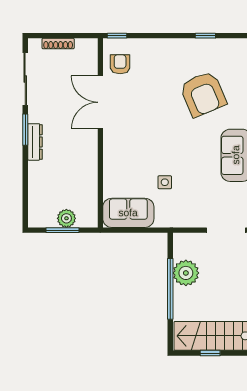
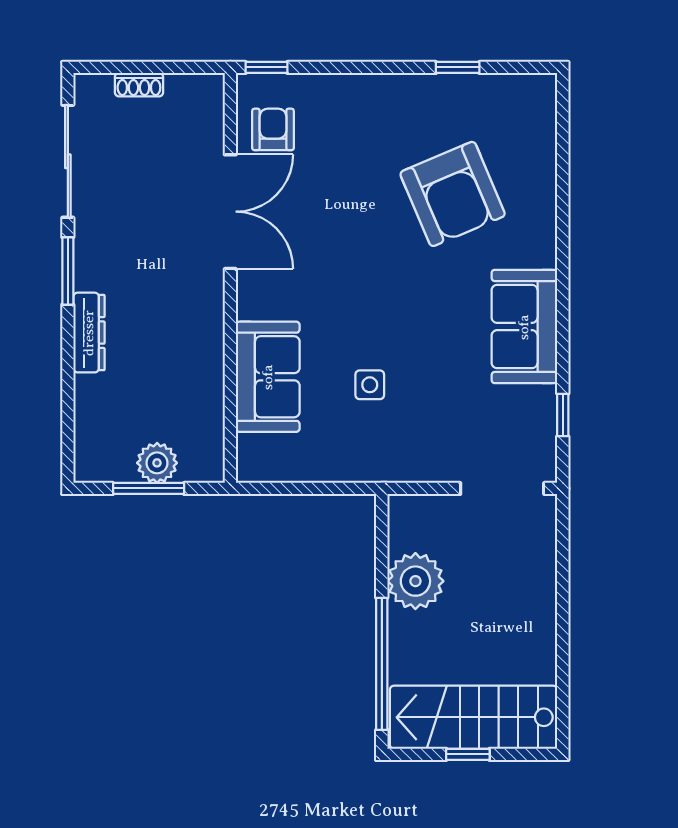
shoe rack: (58, 44) -> (139, 85), width x0.70
double door: (100, 102) -> (230, 212), swing flipped
dresser: (35, 142) -> (89, 333), moved
sofa: (128, 213) -> (268, 377), moved, turned 90
window: (170, 289) -> (382, 664), moved

